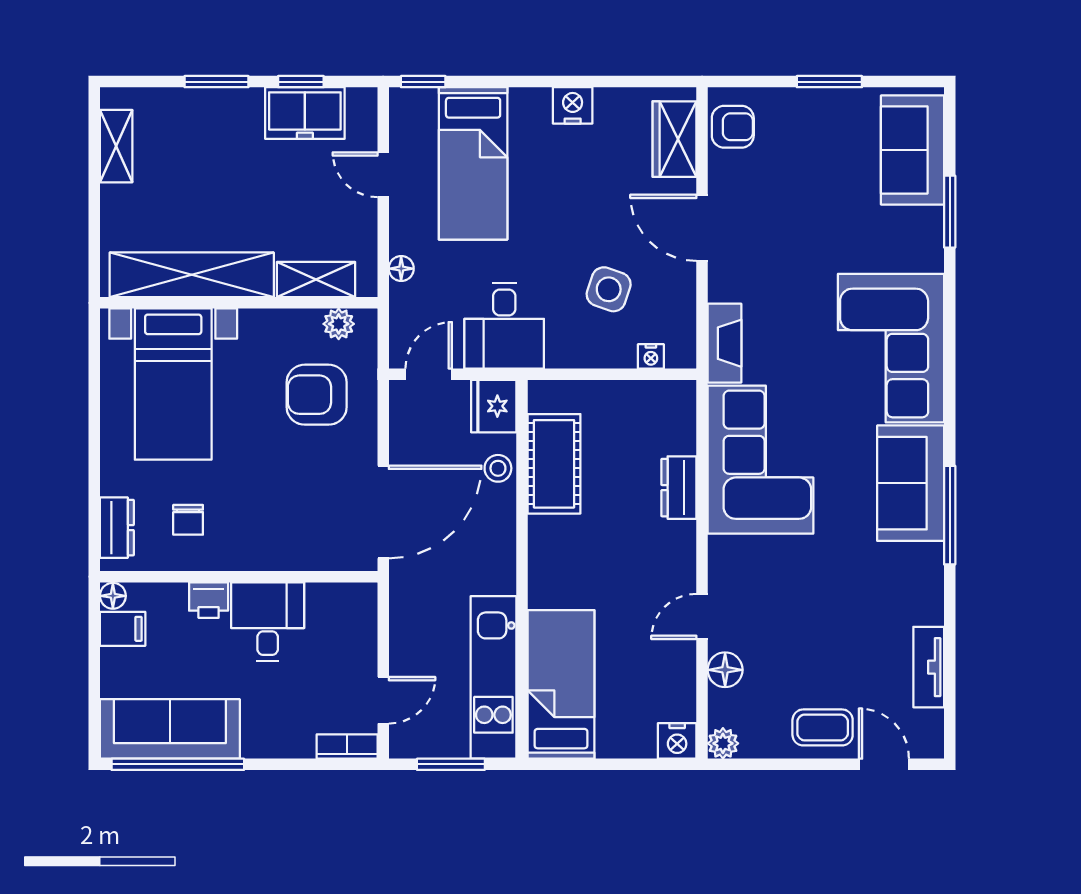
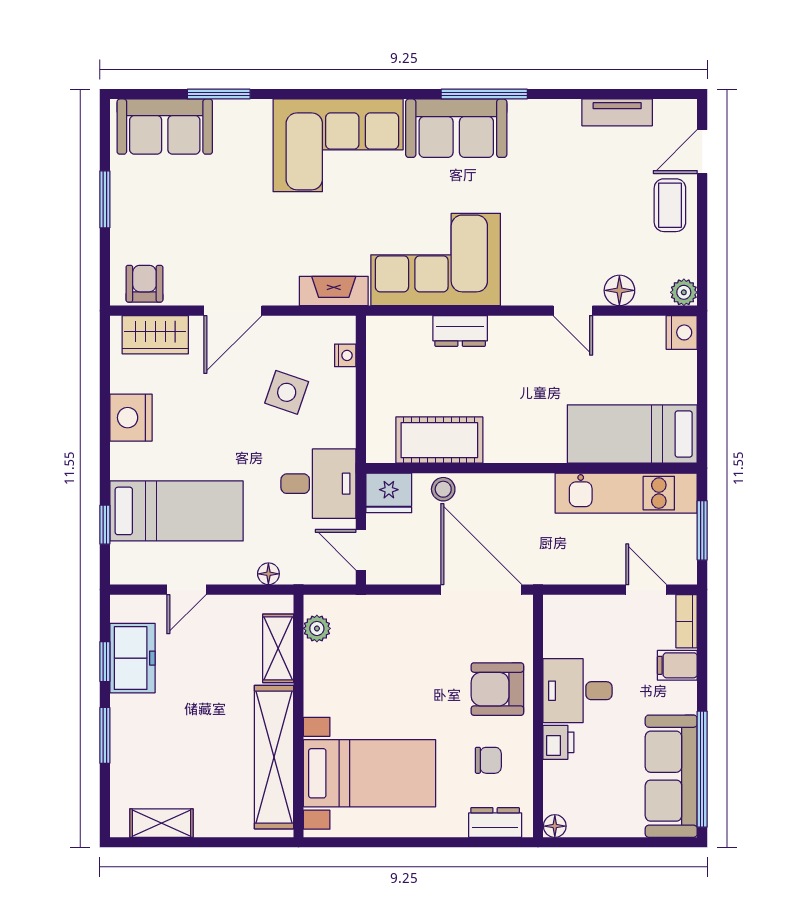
window: (423, 82) -> (105, 525), moved
nightstand: (573, 105) -> (131, 418), width x1.36, depth x1.33
armchair: (317, 395) -> (497, 689), moved, turned 90
filing cabinet: (123, 629) -> (677, 665), moved, turned -90

